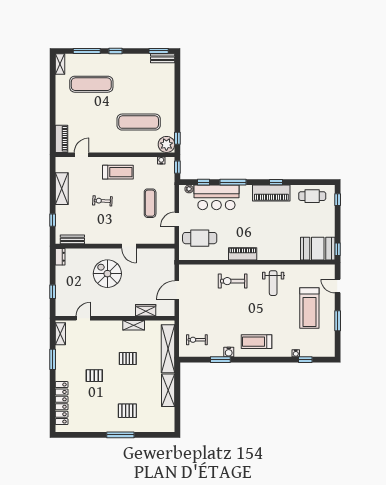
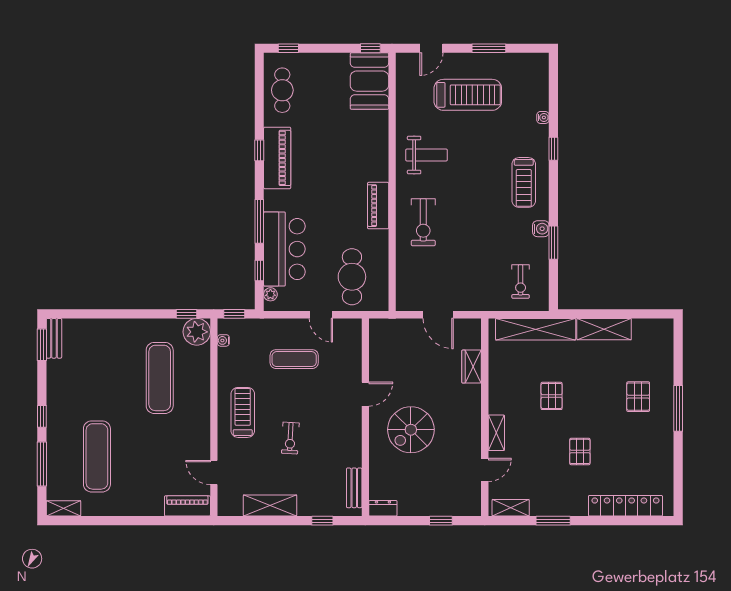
door: (83, 318) -> (485, 470), swing flipped
shelving: (134, 325) -> (496, 433), moved
window: (305, 360) -> (553, 149), moved

